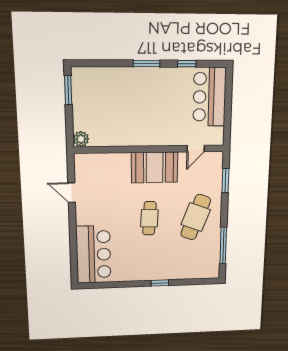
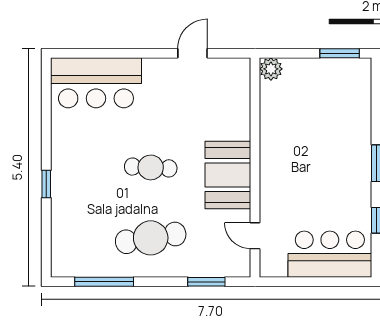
cafe table: (196, 217) -> (151, 238), turned -30

